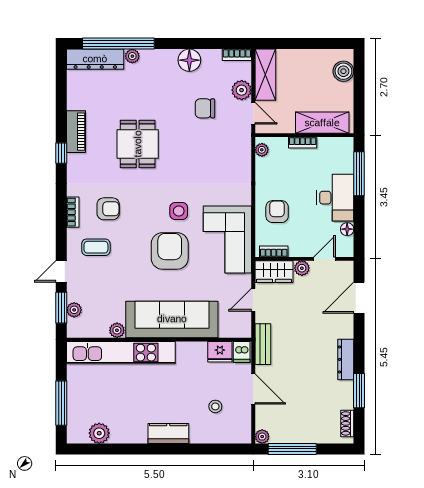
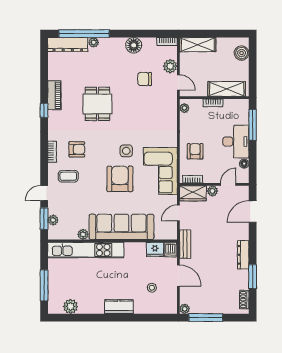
shelving: (265, 75) -> (198, 45), moved, turned 90

